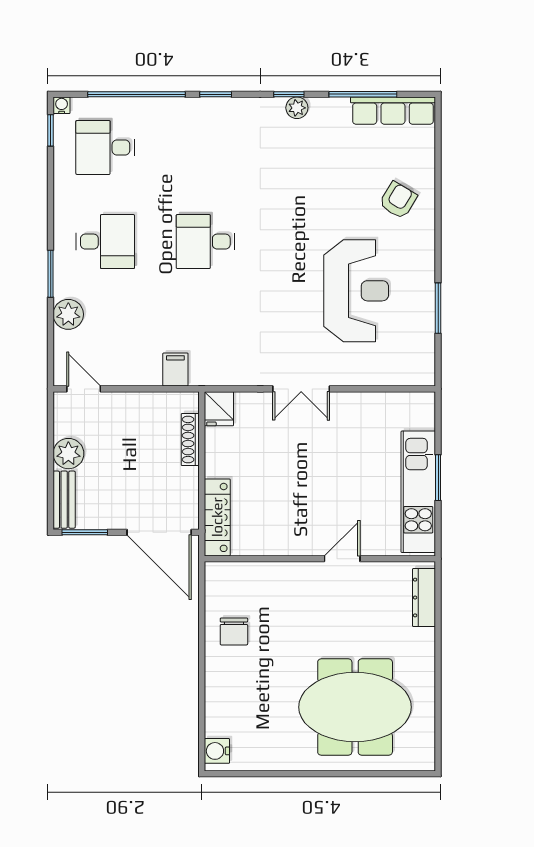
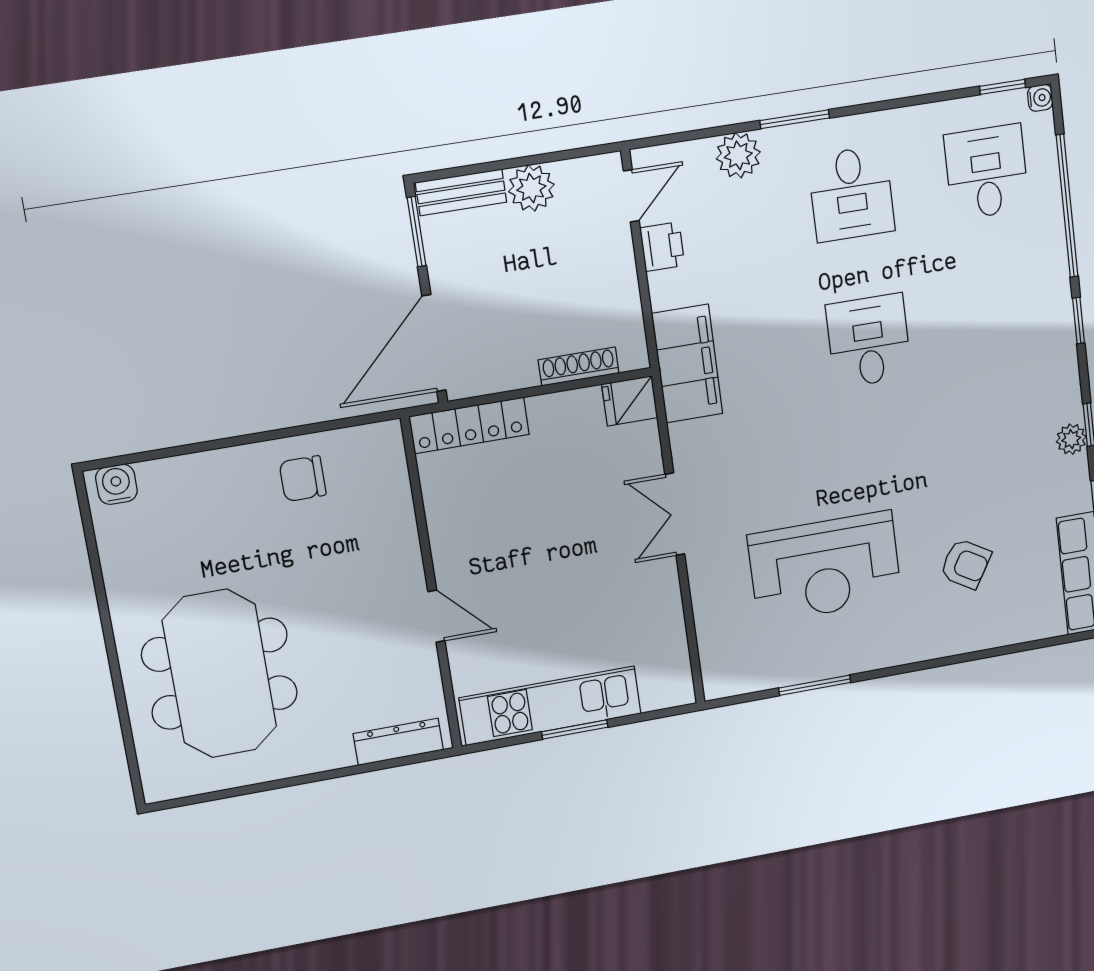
armchair: (398, 200) -> (966, 564), moved
filing cabinet: (175, 370) -> (687, 364), width x3.00, depth x1.17
printer: (120, 373) -> (662, 247), added

